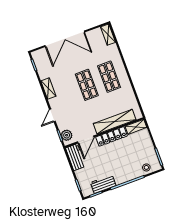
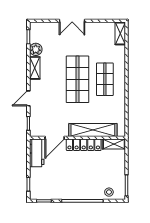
double door: (65, 39) -> (72, 21), width x0.54
shop shelf: (87, 85) -> (77, 79), width x1.43, depth x1.36
plant: (67, 135) -> (36, 49), moved
workbench: (103, 184) -> (56, 193), removed

